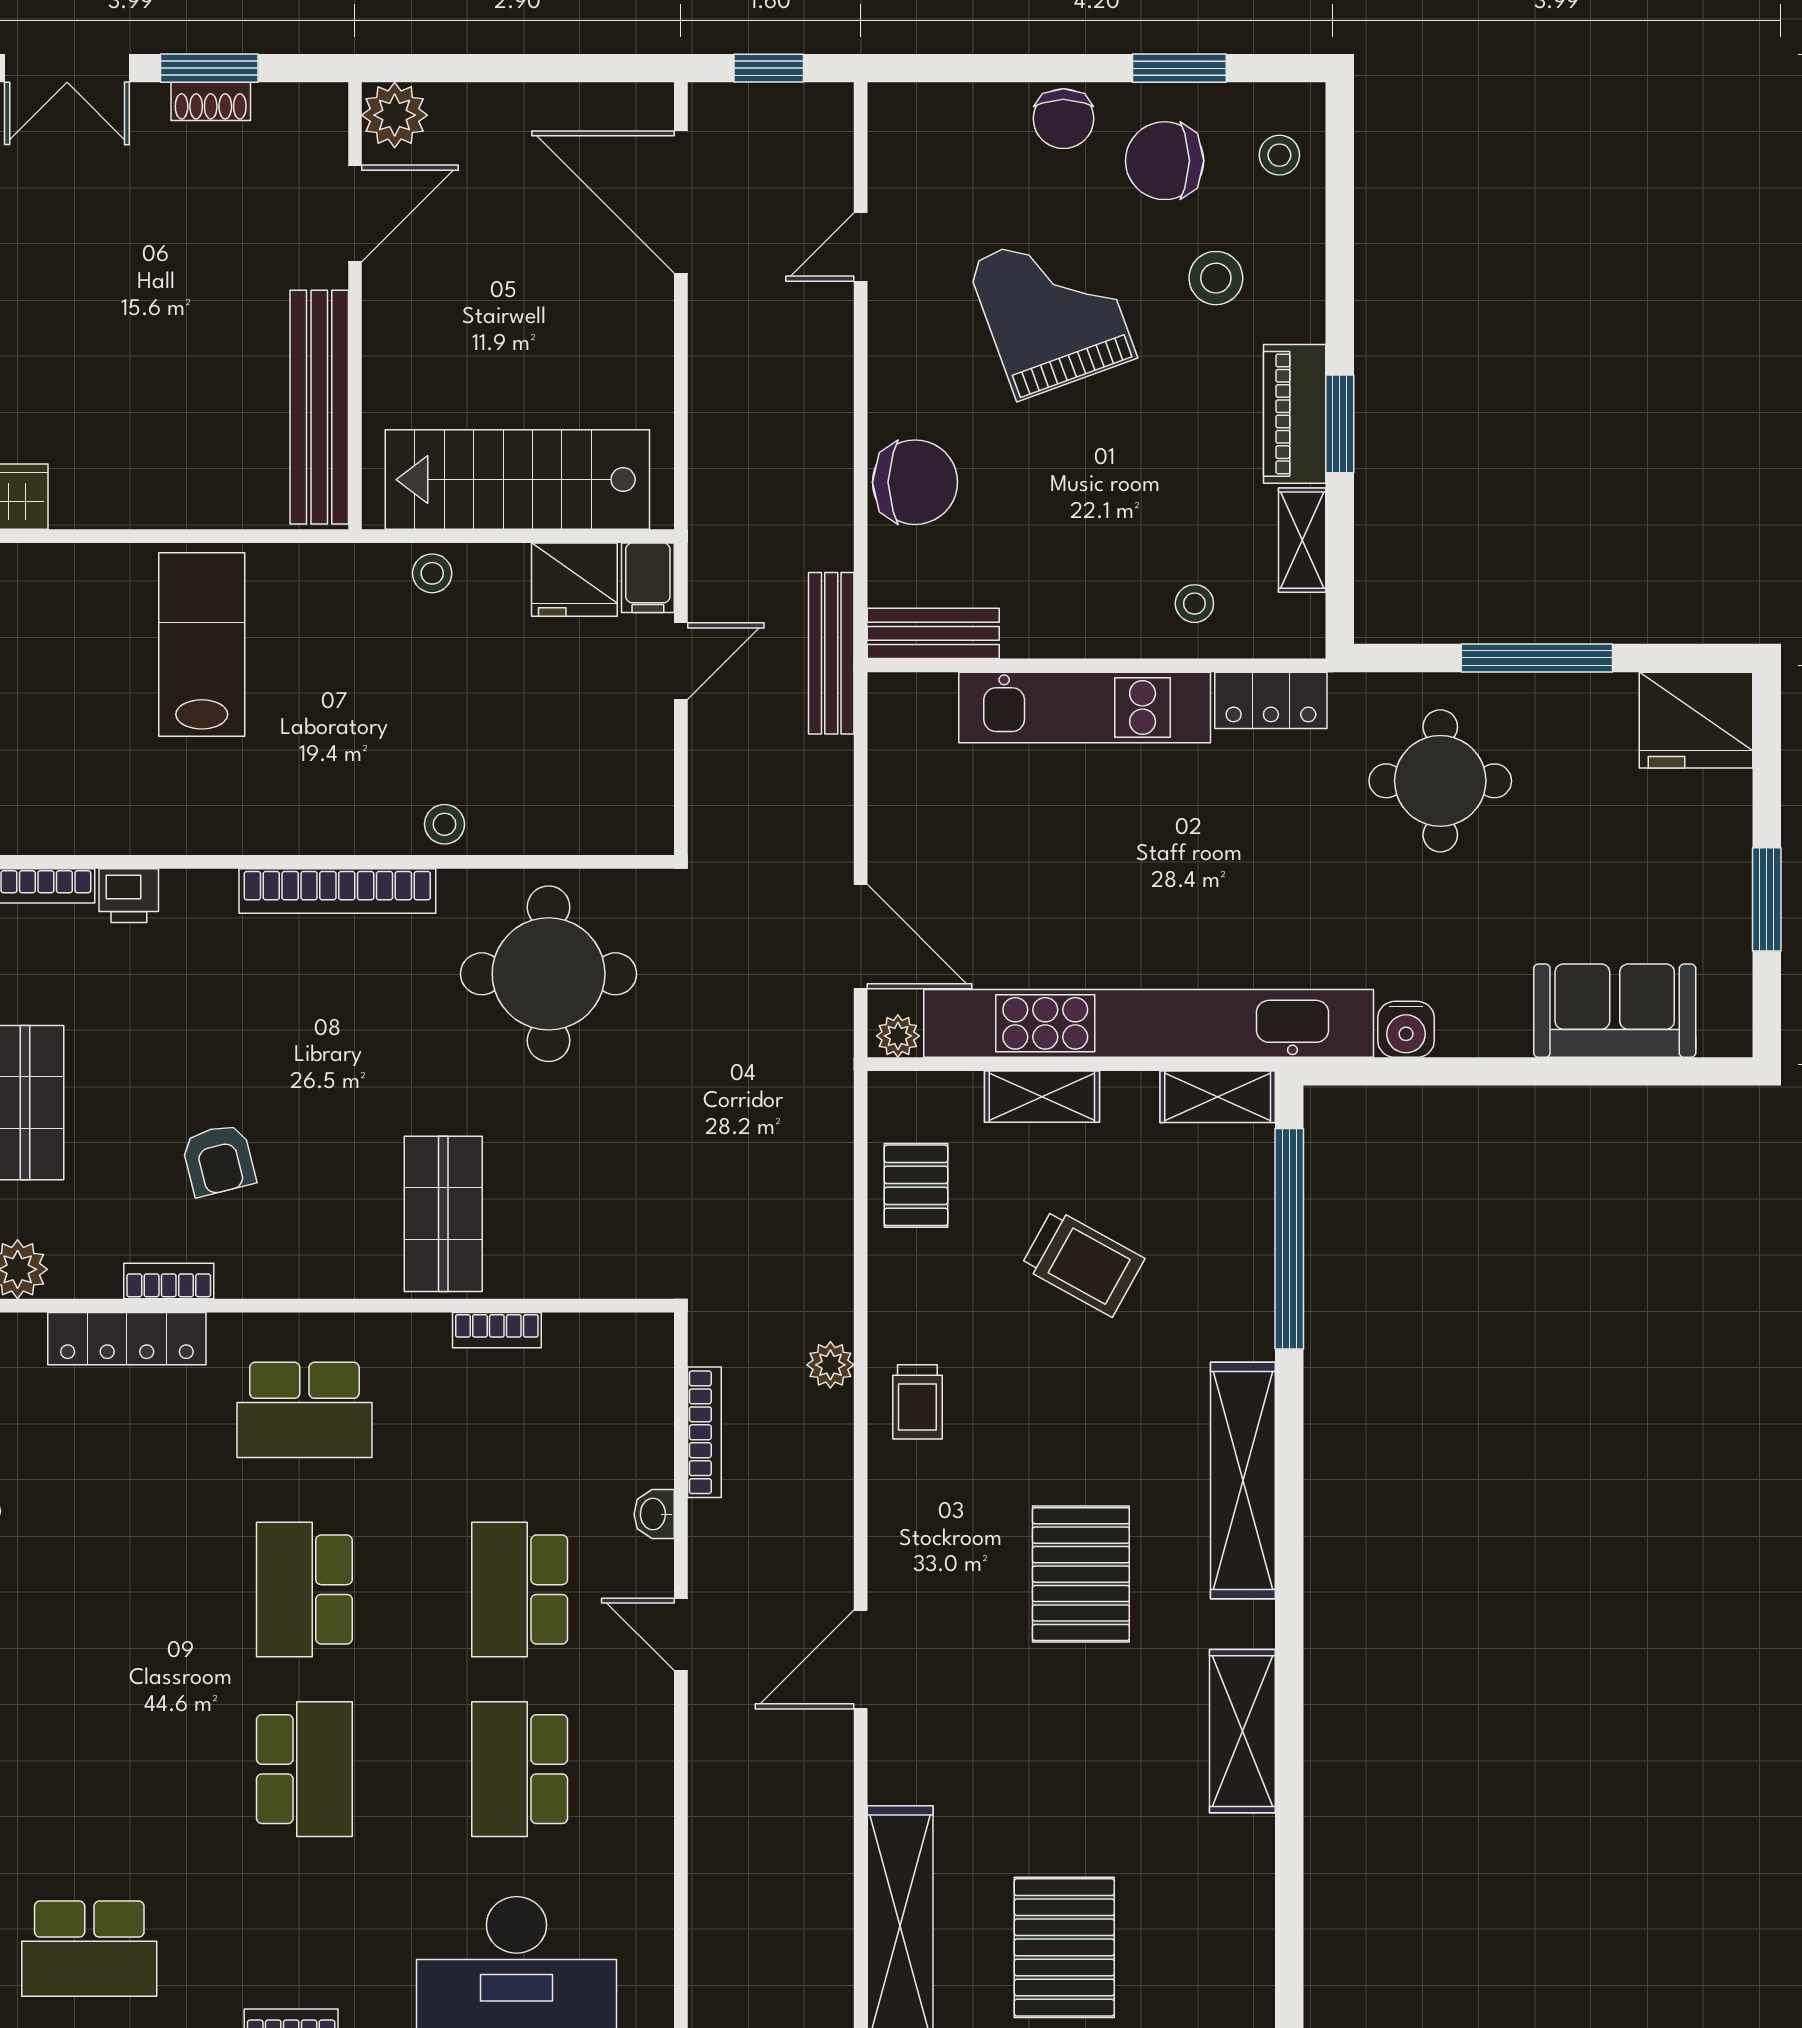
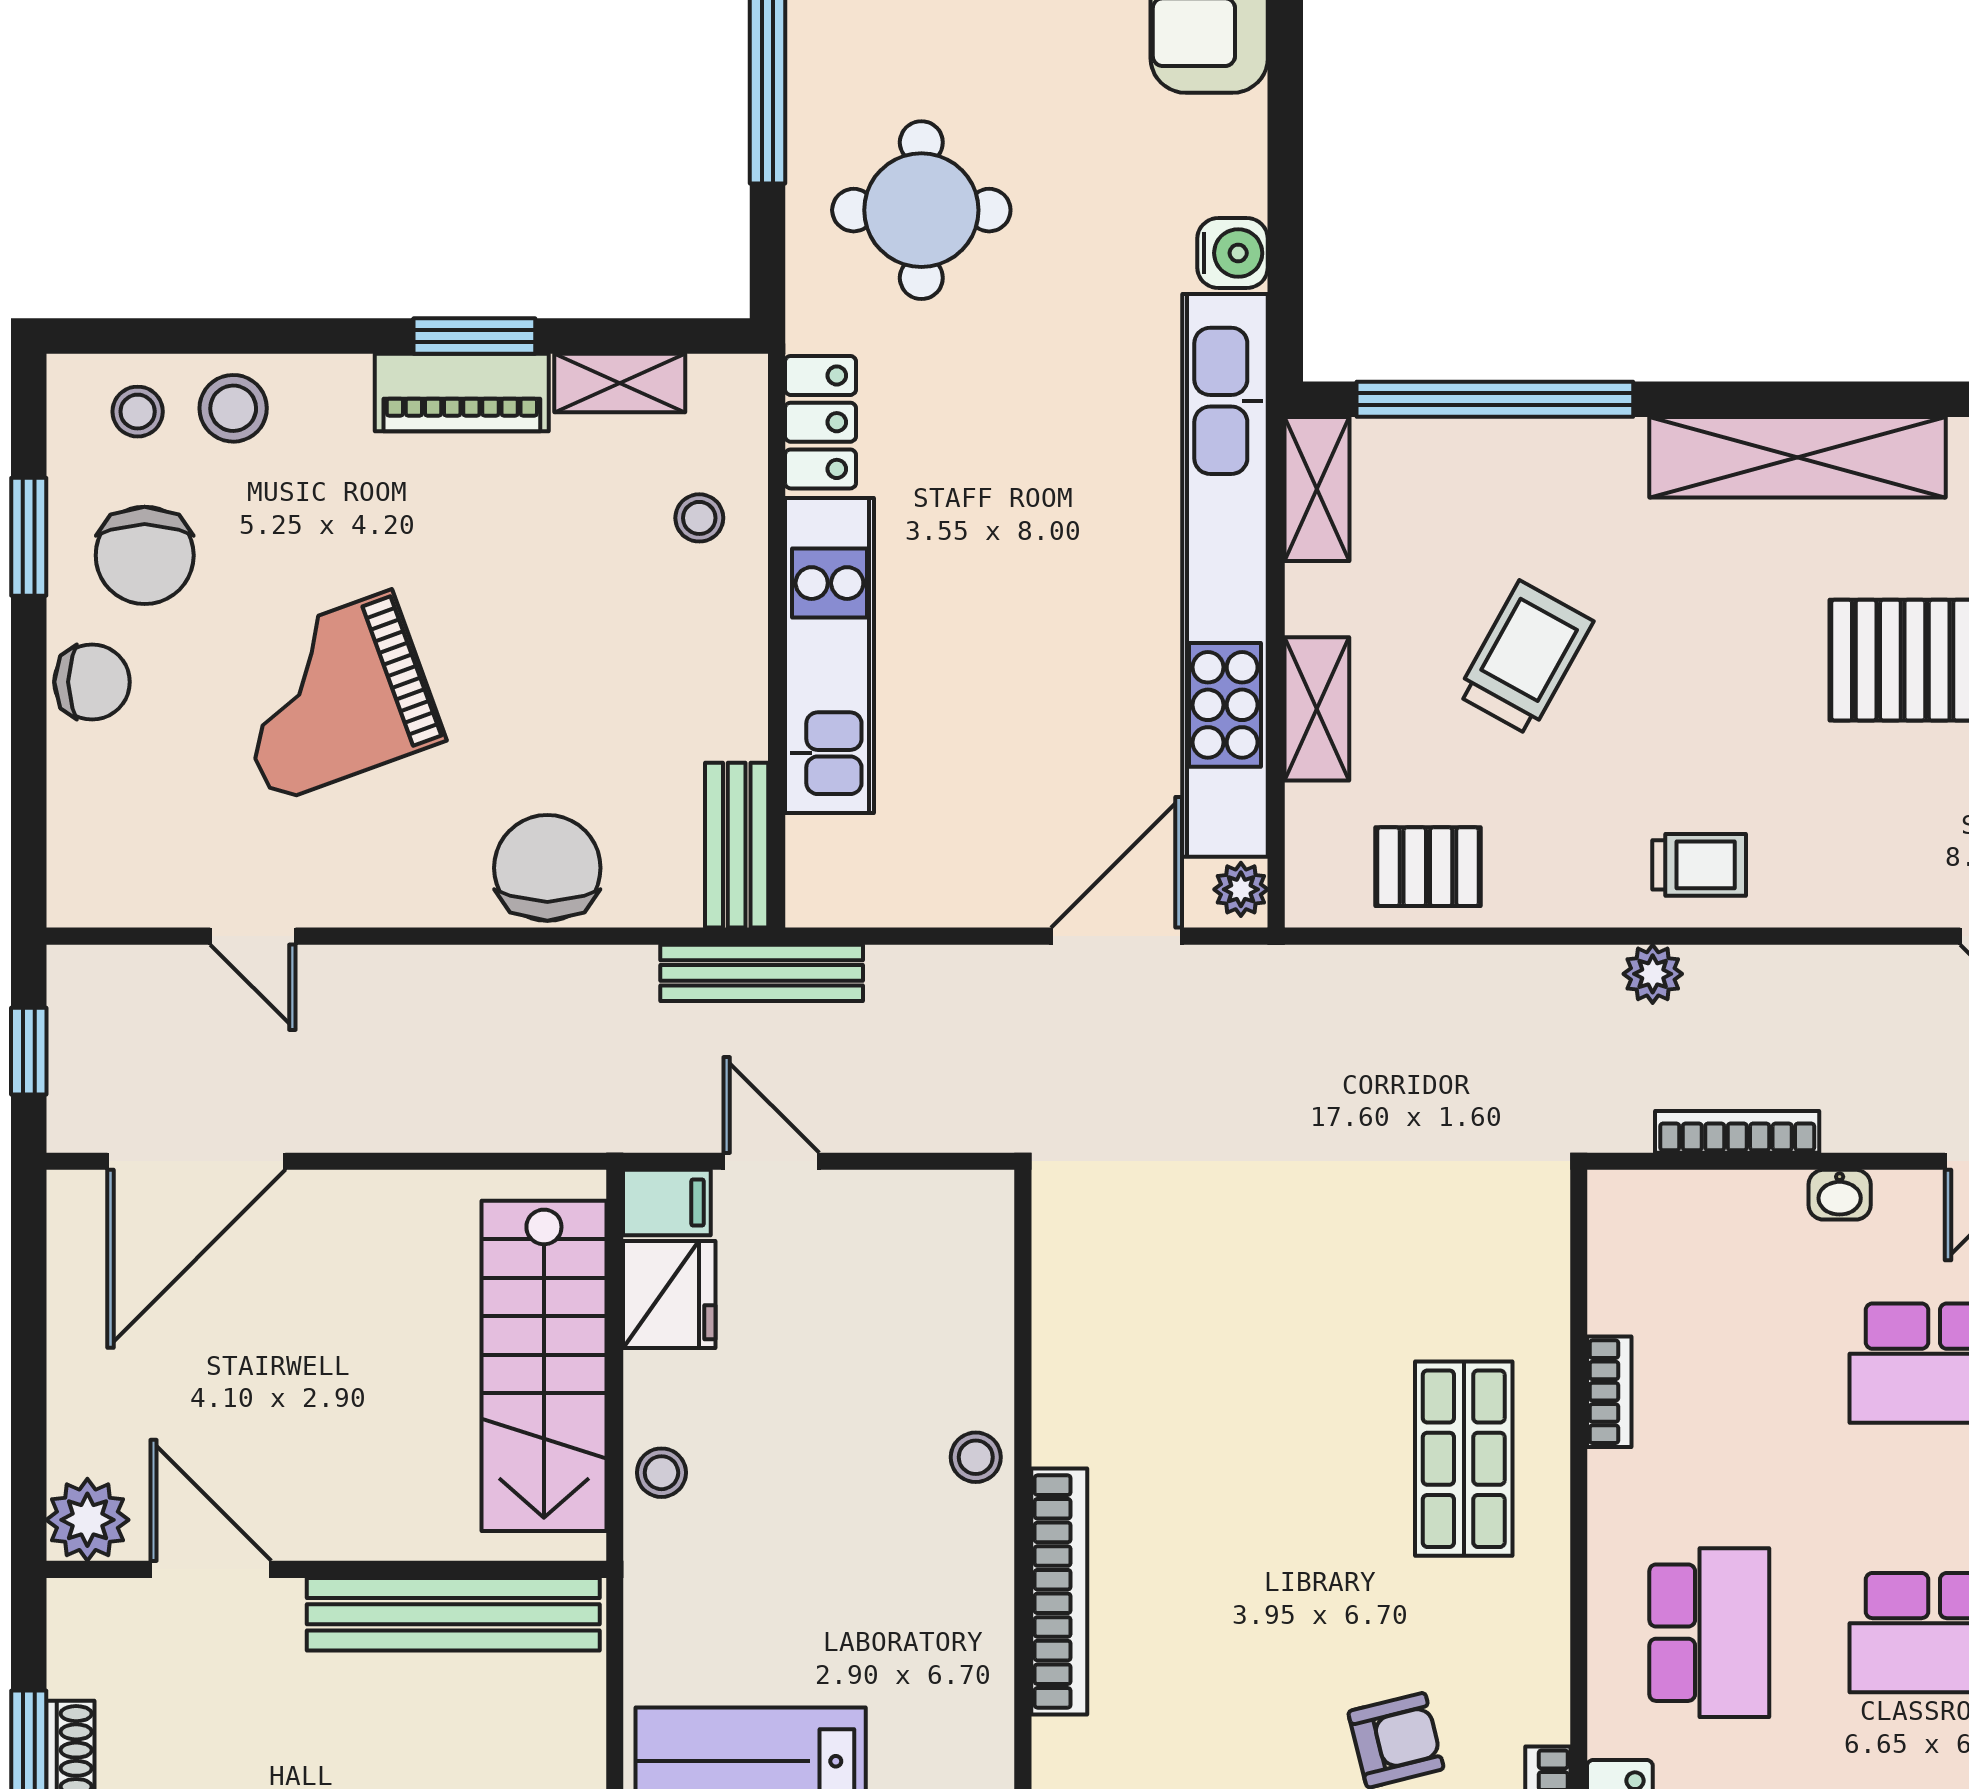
stool: (1216, 278) -> (233, 408), moved
round table: (549, 974) -> (1163, 1327), removed
shop shelf: (443, 1214) -> (1464, 1459), turned 90

